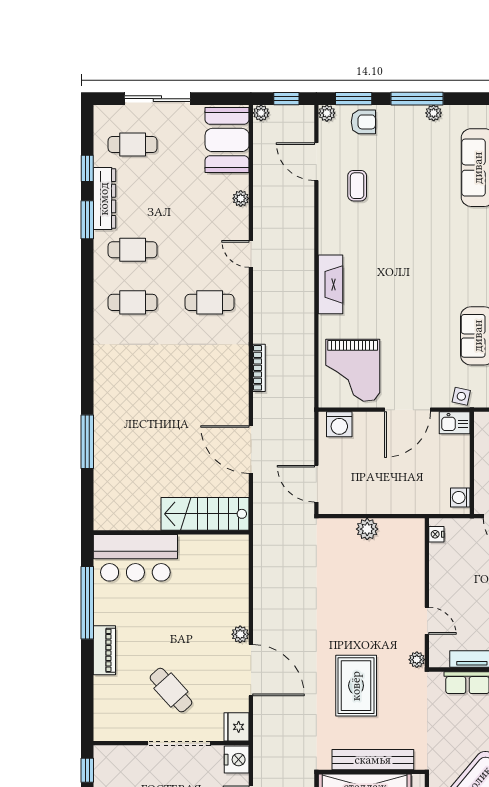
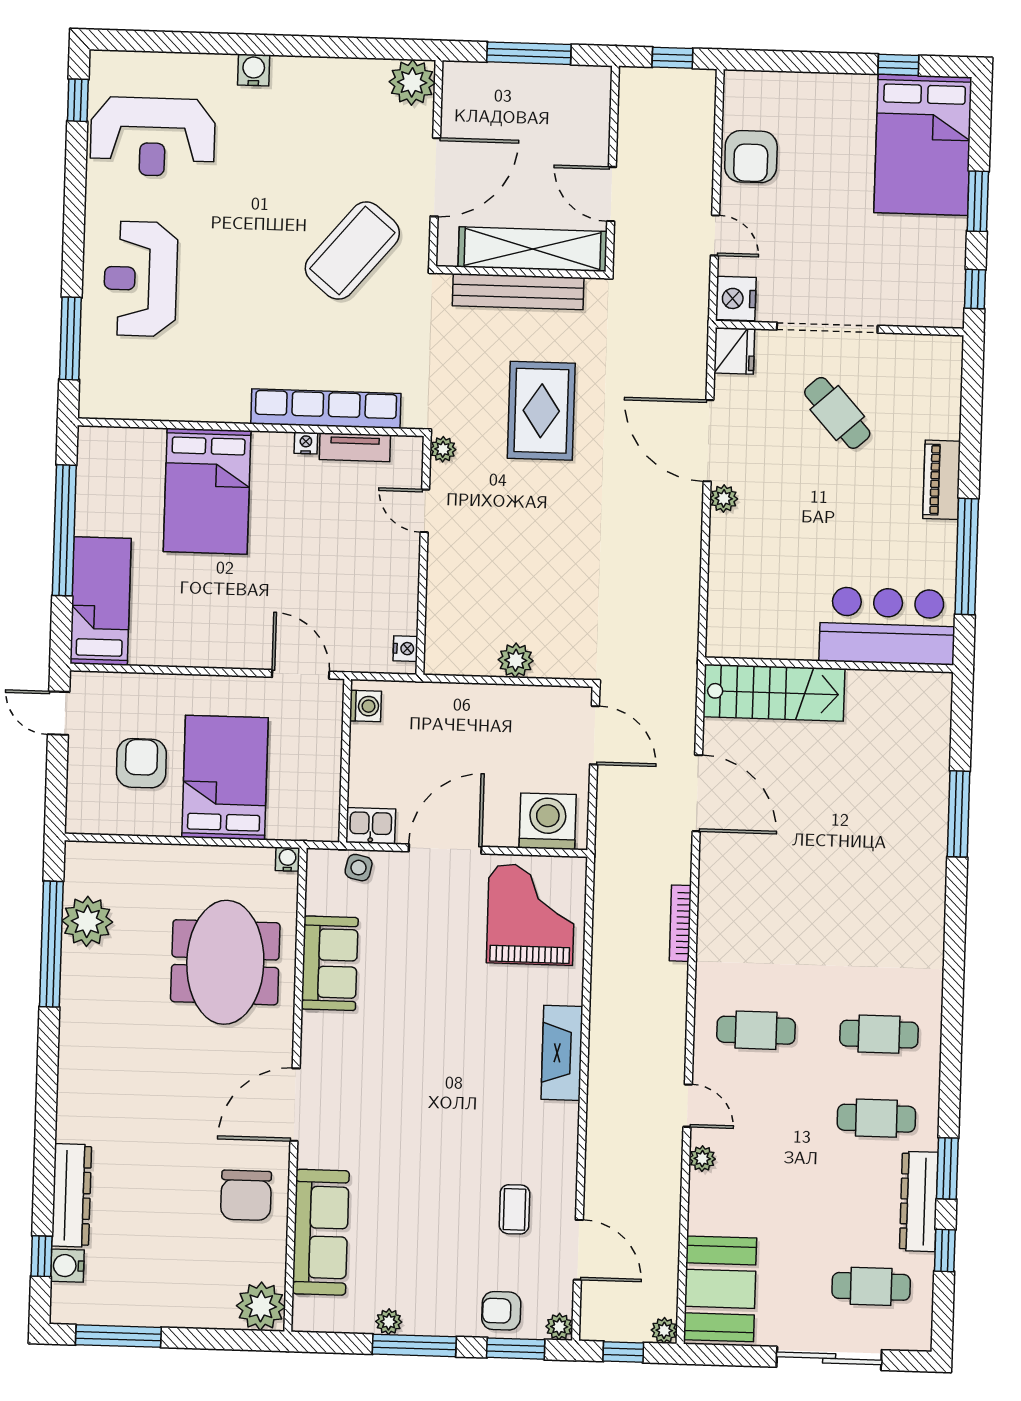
plant: (241, 198) -> (702, 1159), moved
washing machine: (339, 424) -> (548, 821), width x1.37, depth x1.37

